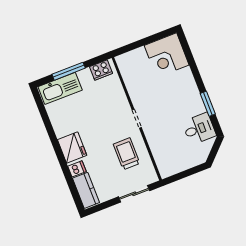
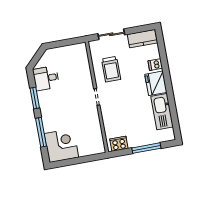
window: (193, 66) -> (41, 132), added
kitchen sink: (60, 88) -> (162, 112), moved, turned -90
kitchen counter: (86, 190) -> (142, 39), moved, turned -90

